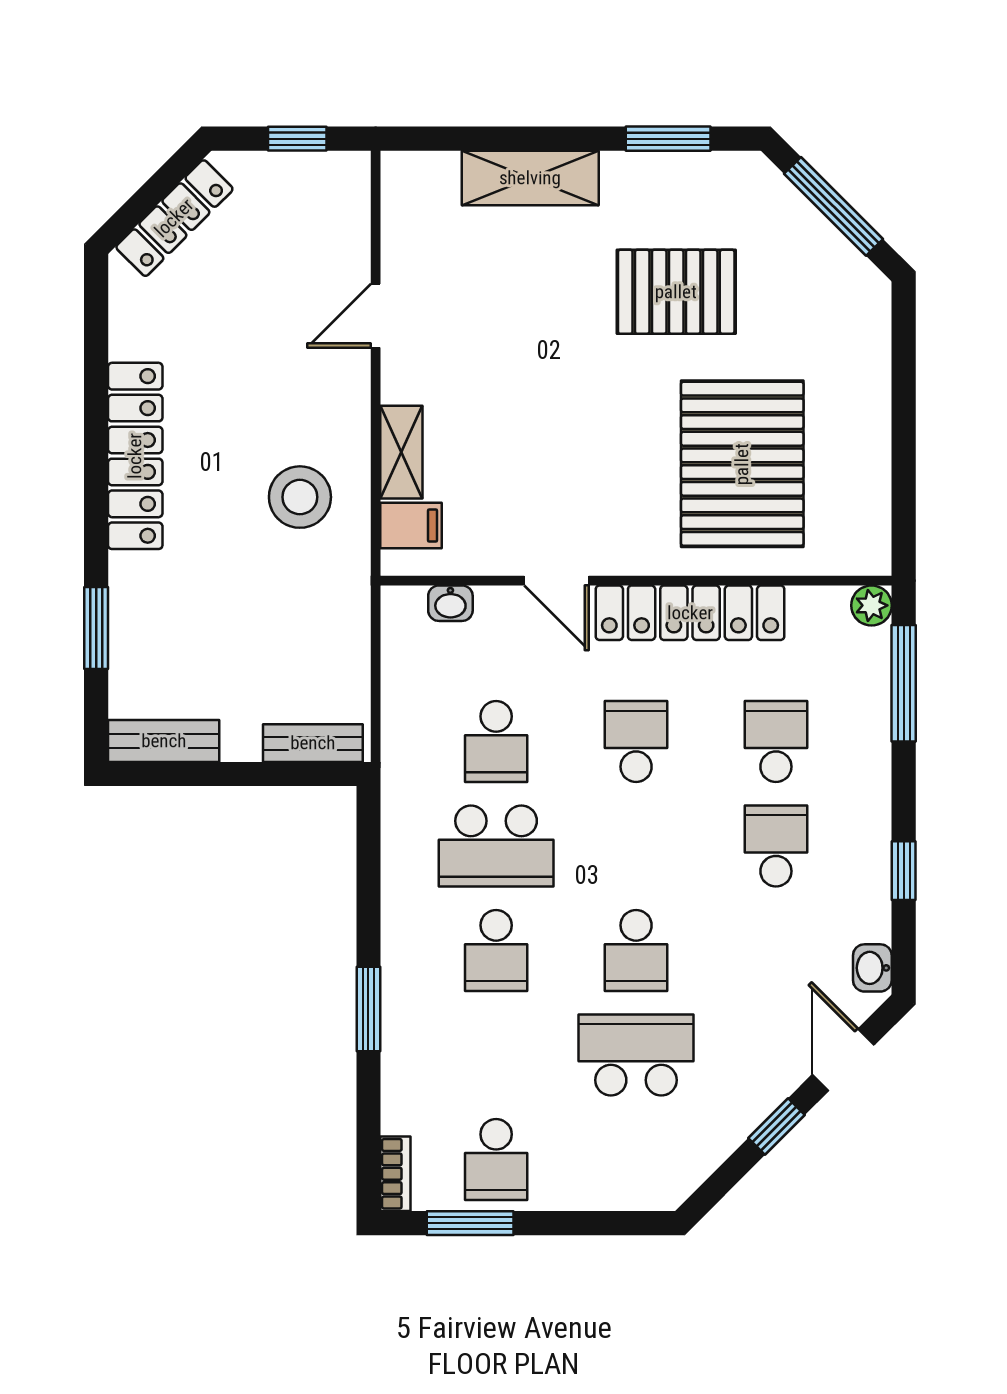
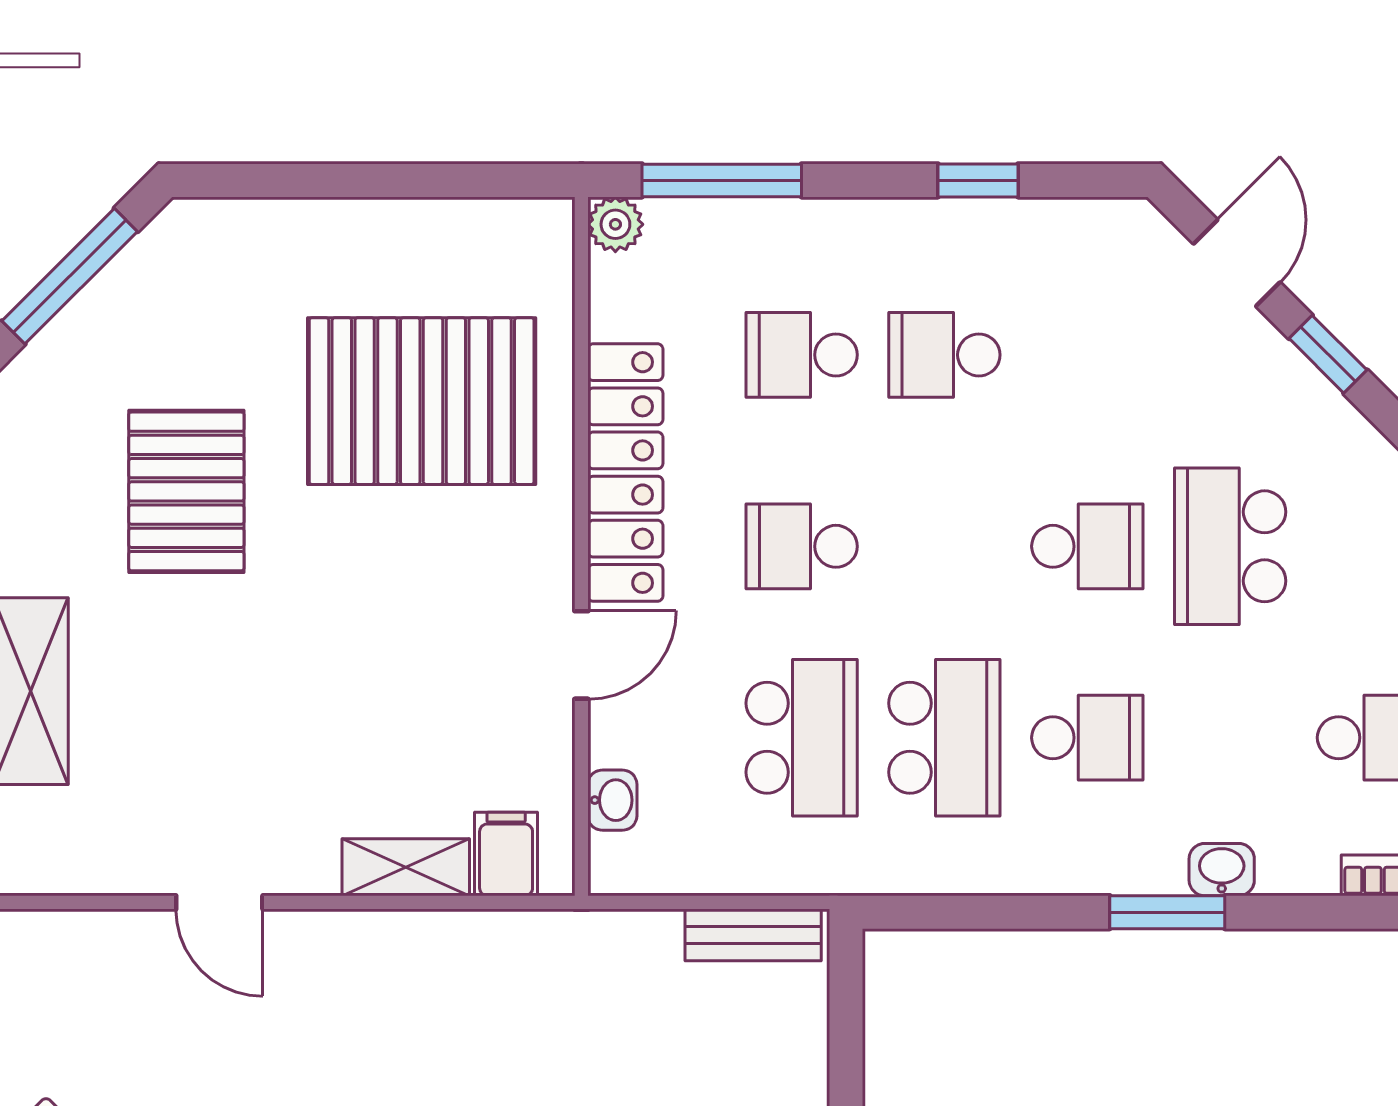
stool: (300, 497) -> (467, 1006), removed
school desk: (496, 742) -> (802, 738), width x1.85
bench: (313, 743) -> (753, 935), moved, turned 90
washbasin: (872, 968) -> (1222, 870), moved, turned 180
door: (843, 1060) -> (1237, 263), swing flipped

